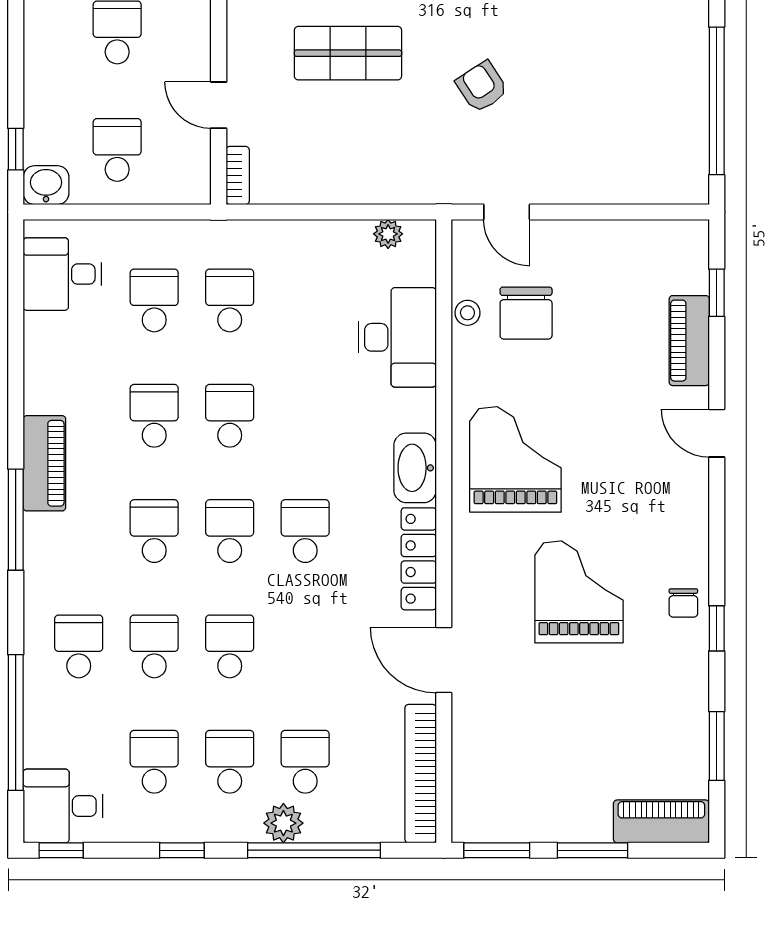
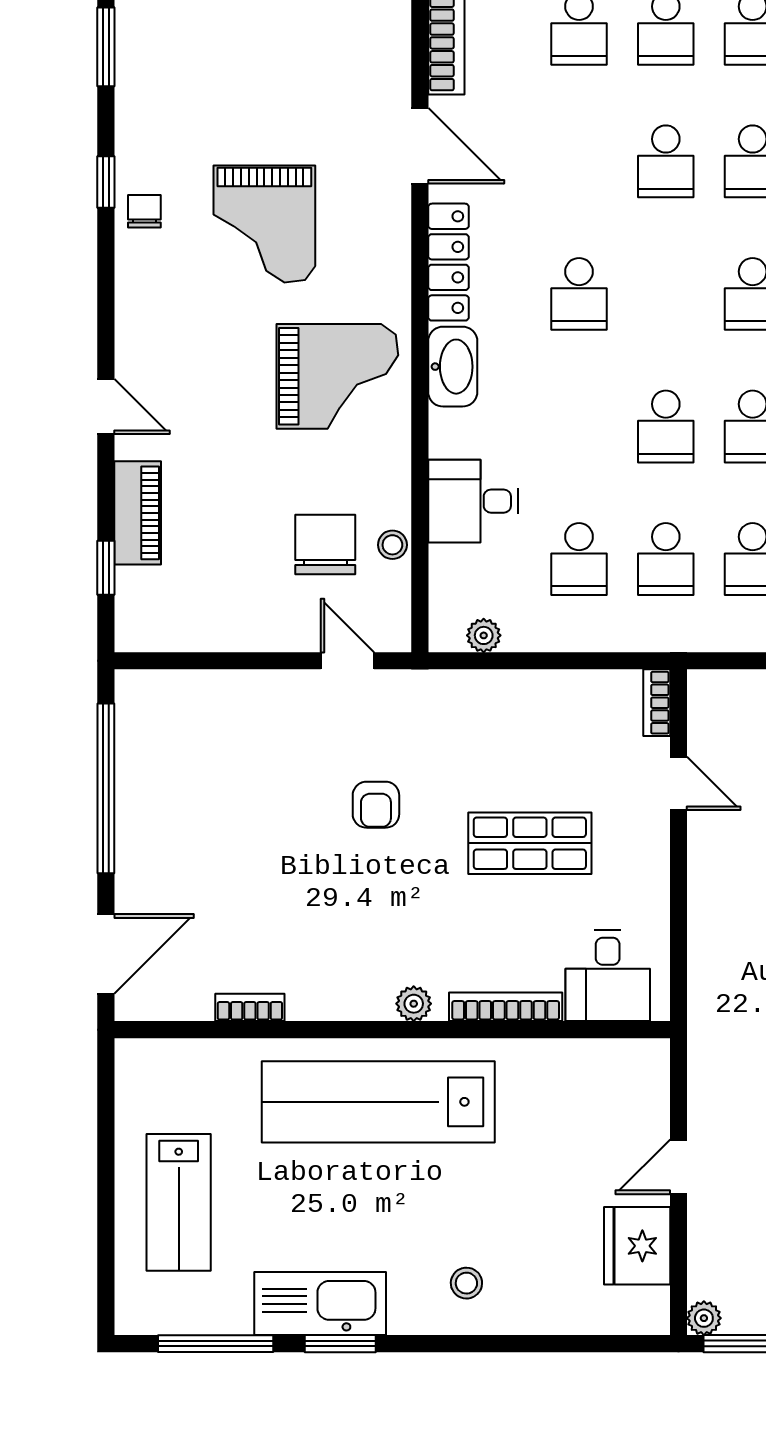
armchair: (482, 87) -> (376, 805), turned 33
desk: (397, 337) -> (473, 501), width x0.73
grand piano: (515, 459) -> (337, 376), turned -90
school desk: (230, 531) -> (579, 559), moved

